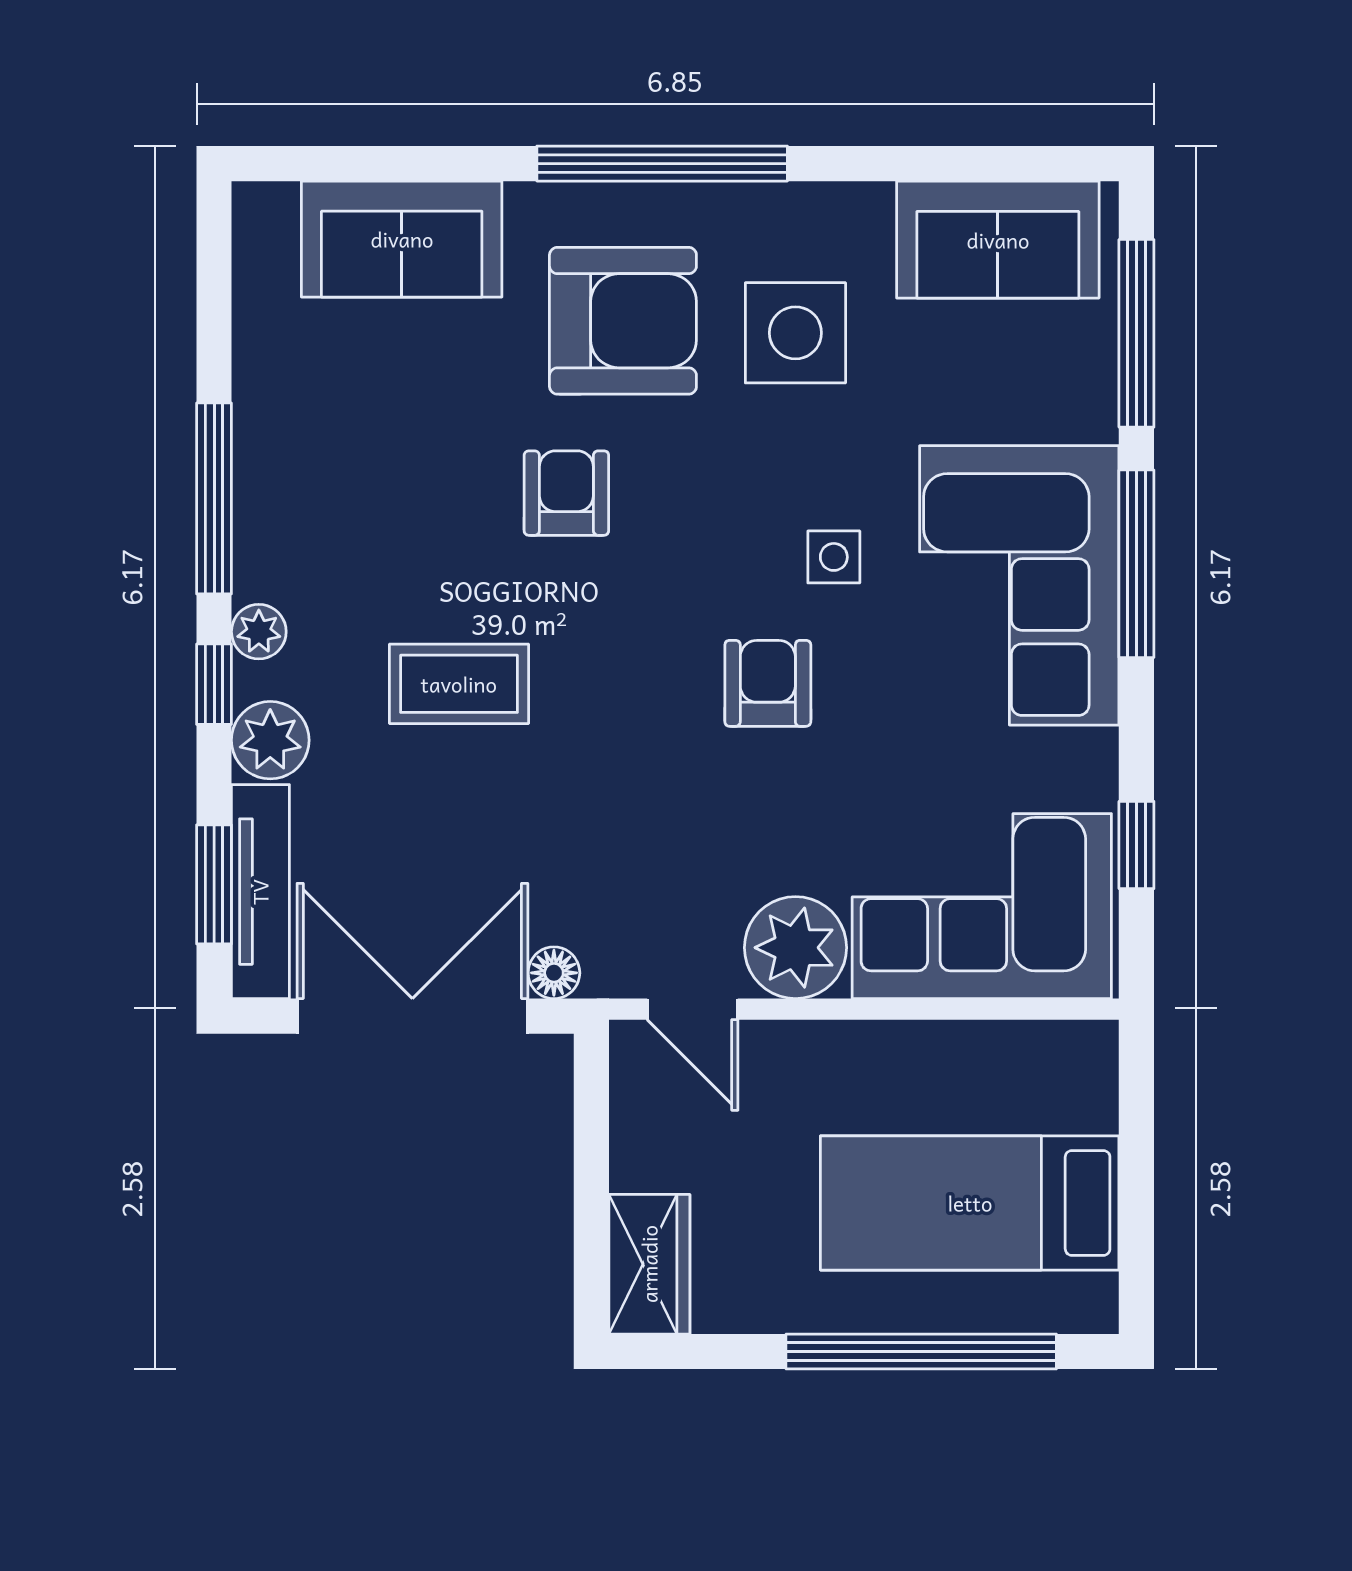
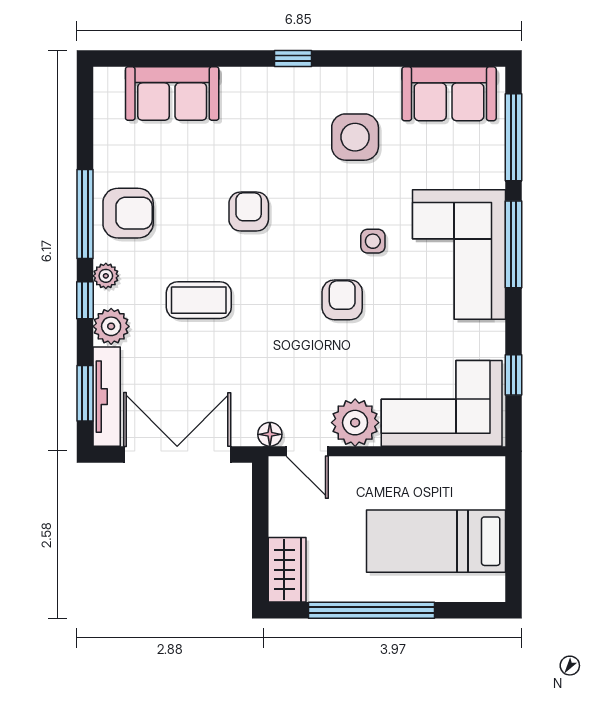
window: (662, 164) -> (293, 58), width x0.32
armchair: (623, 321) -> (128, 213), moved, width x0.73, depth x0.73
floor lamp: (554, 973) -> (270, 434), moved
window: (921, 1352) -> (371, 610), moved

